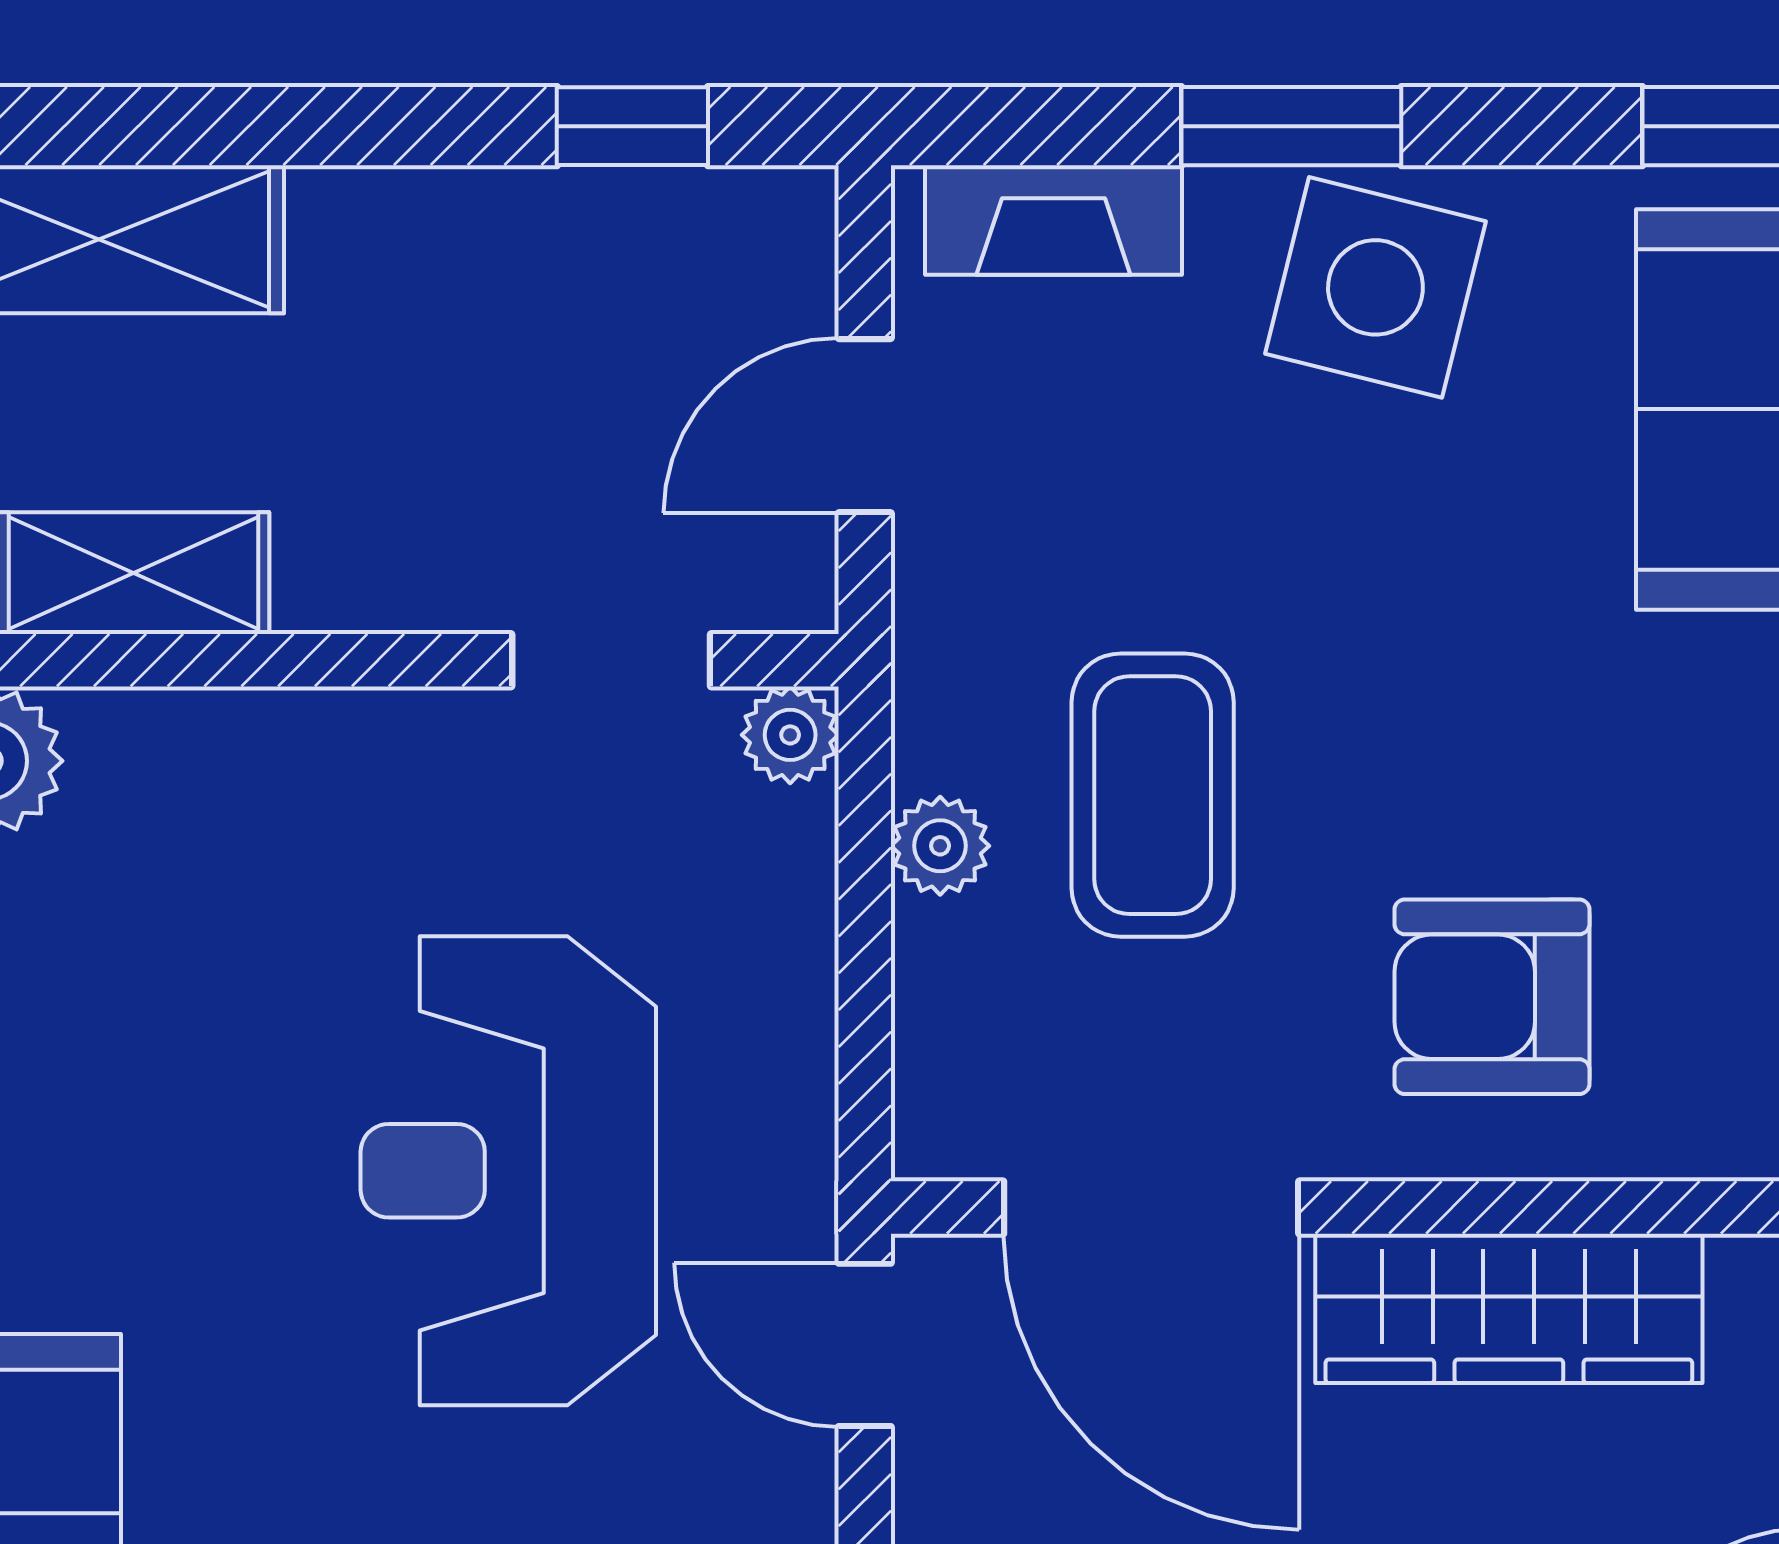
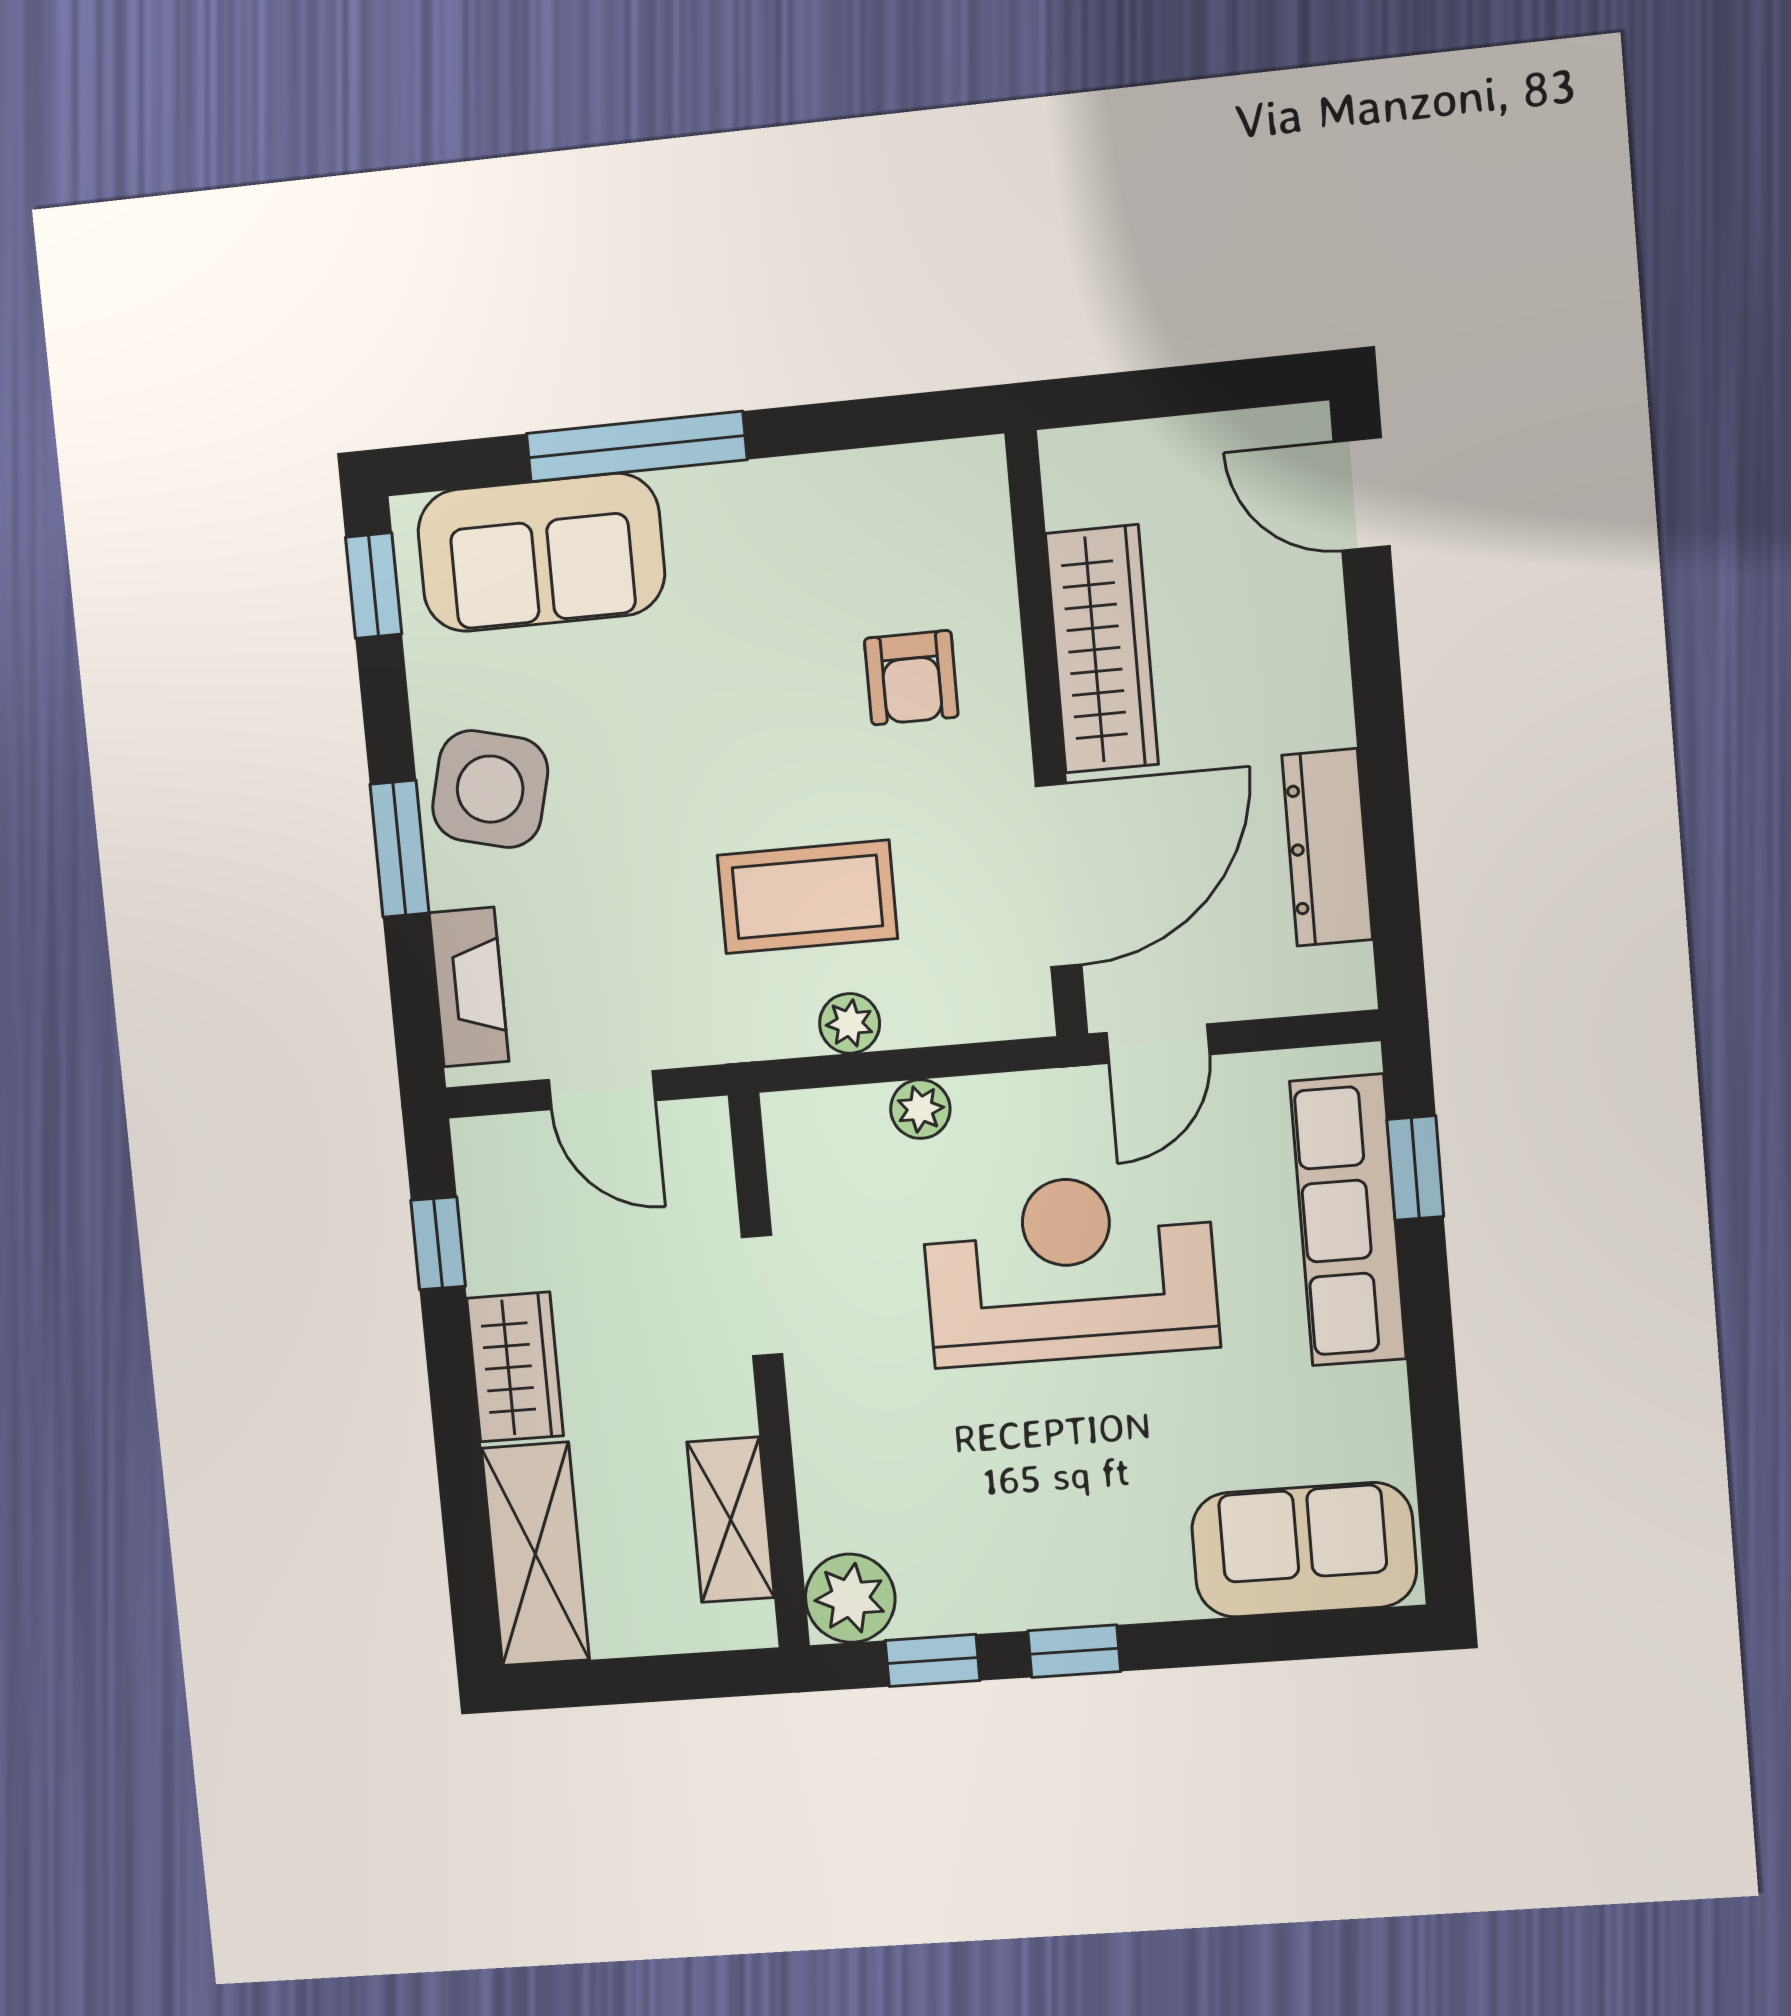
wardrobe: (416, 236) -> (515, 1367), added
doorway: (611, 660) -> (762, 1296), moved
plant: (790, 735) -> (920, 1109), moved
armchair: (1492, 997) -> (911, 678), width x0.72, depth x0.72
reception desk: (508, 1171) -> (1070, 1269), turned 180

